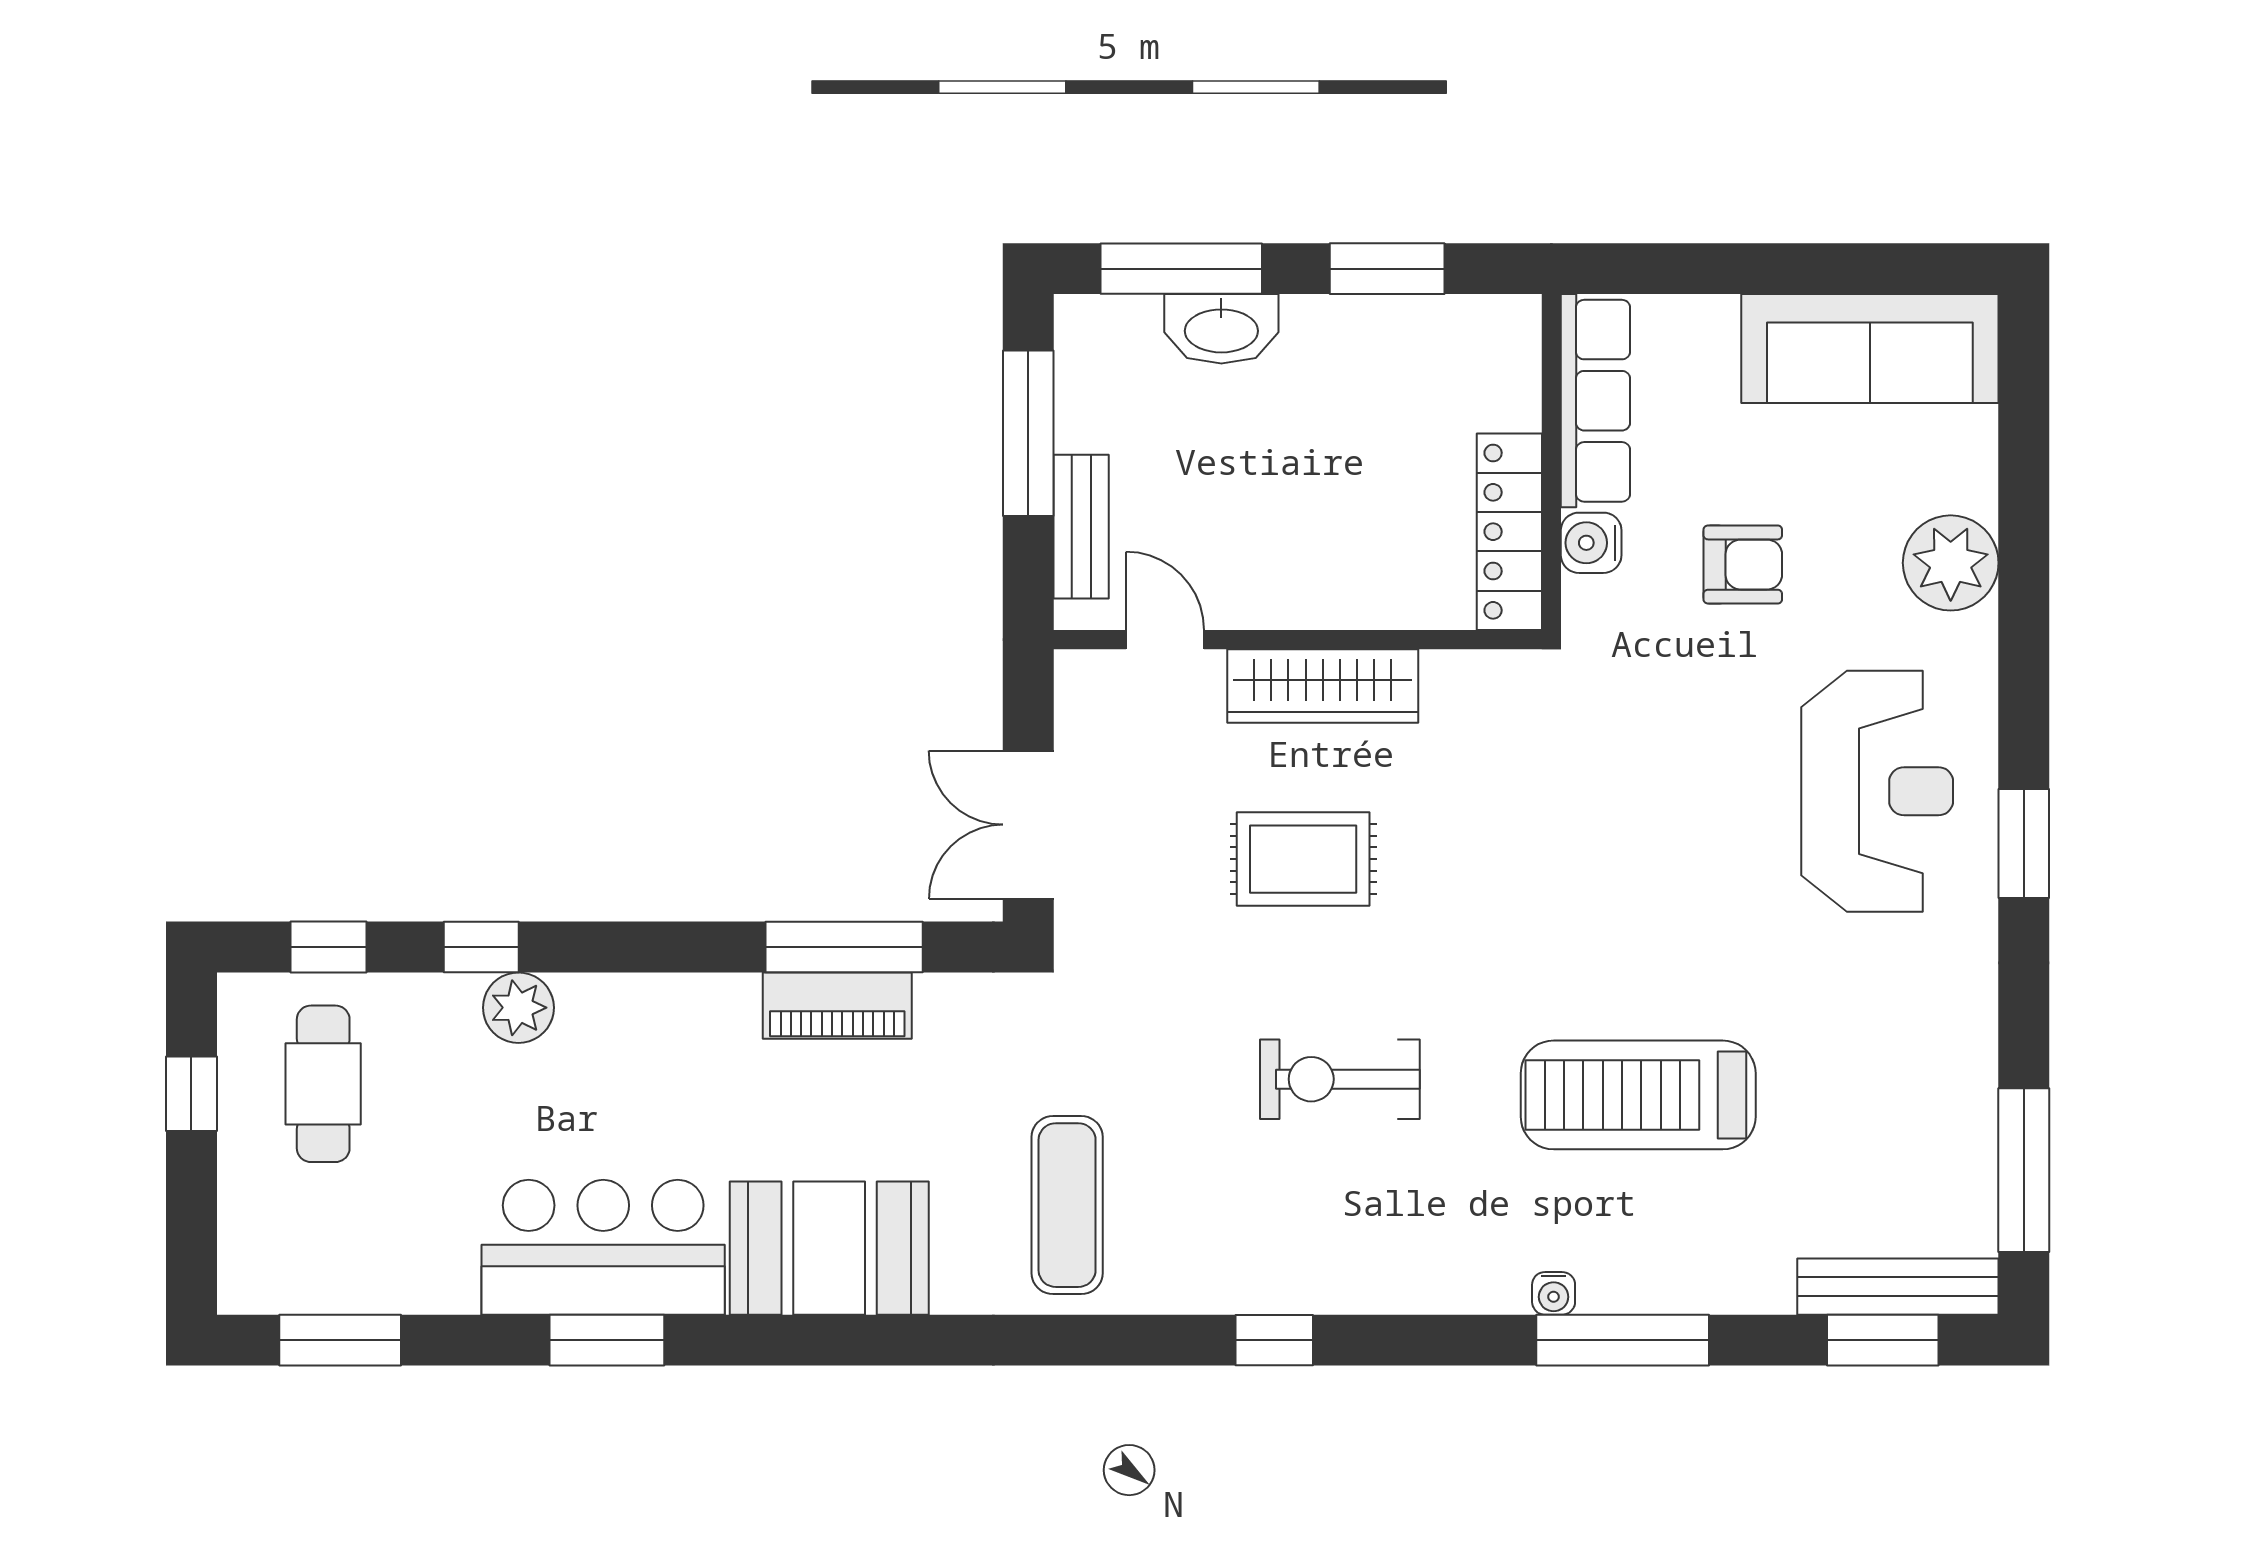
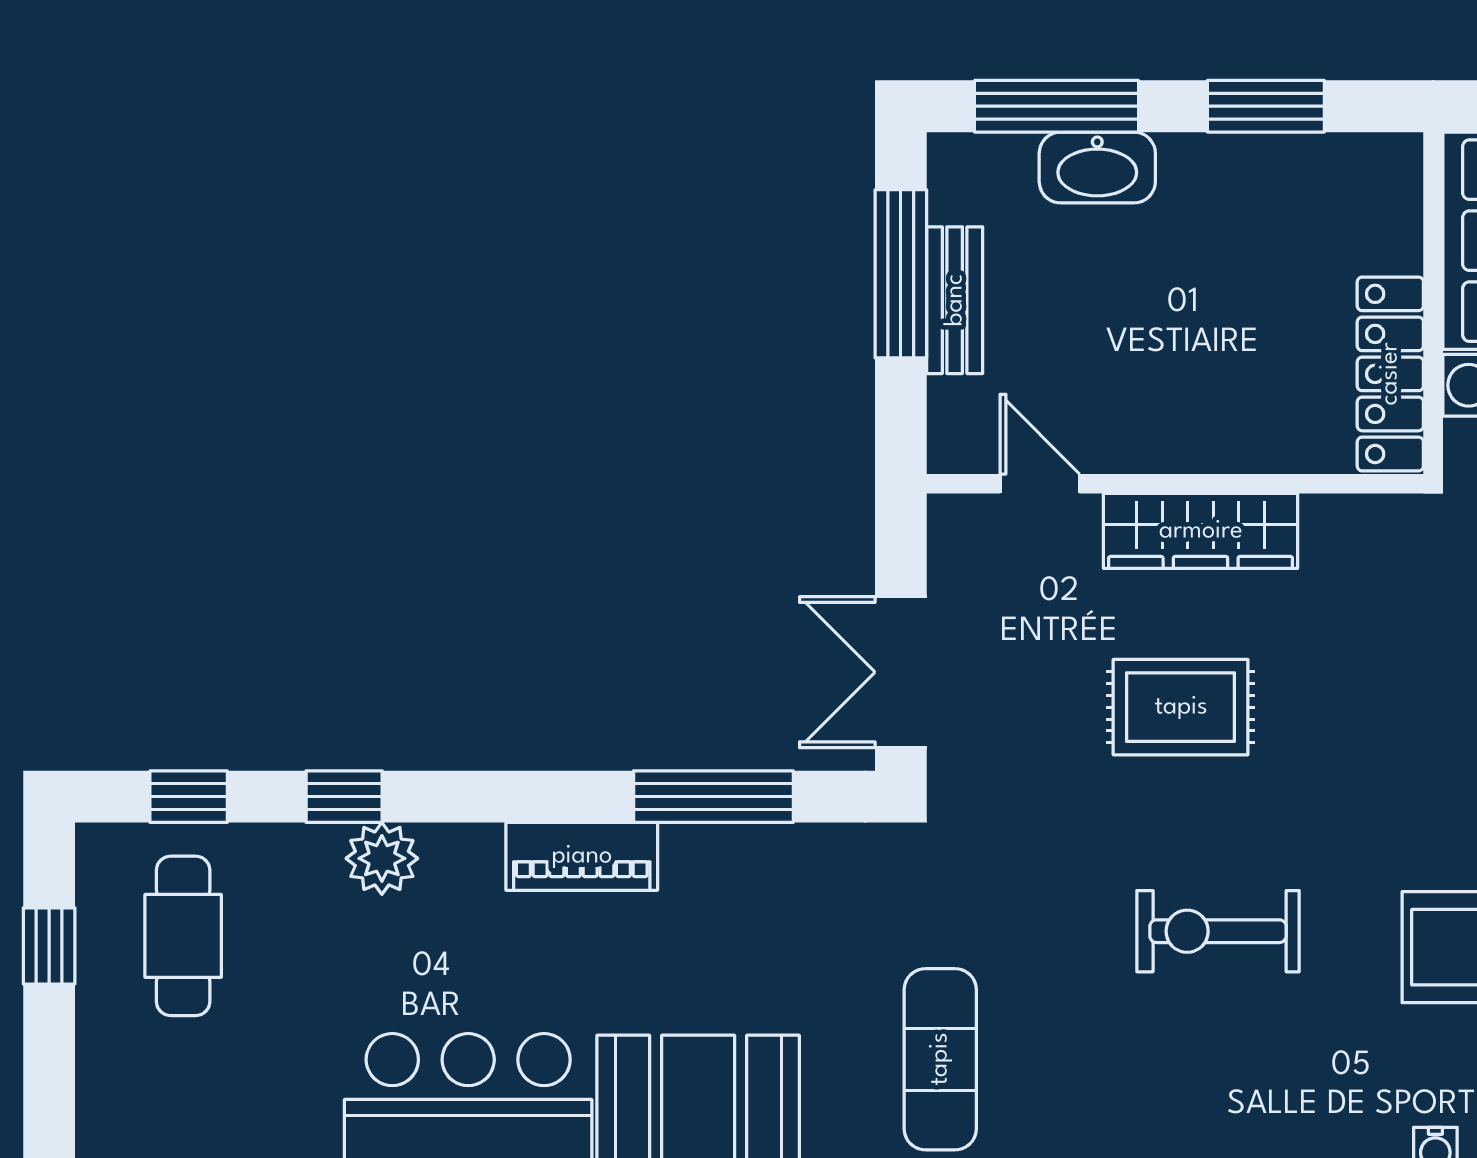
bench: (1081, 527) -> (955, 300), moved
piano: (837, 1006) -> (582, 856), moved

